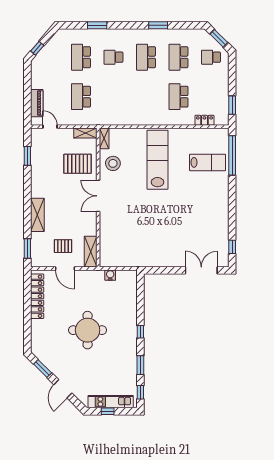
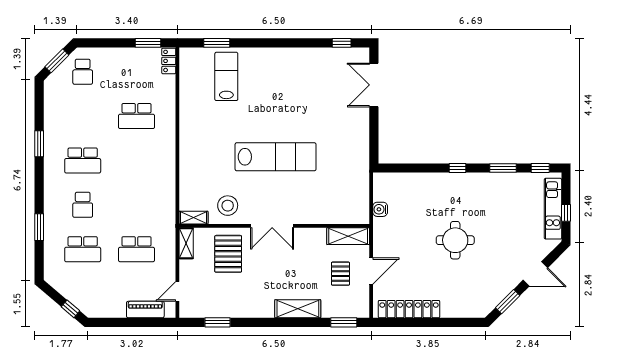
school desk: (178, 57) -> (83, 116), removed
locker: (204, 120) -> (169, 61), moved
window: (232, 155) -> (217, 43), width x0.47
lab bench: (157, 160) -> (276, 157), moved, turned 180
round table: (88, 330) -> (455, 240), width x0.73, depth x0.73

